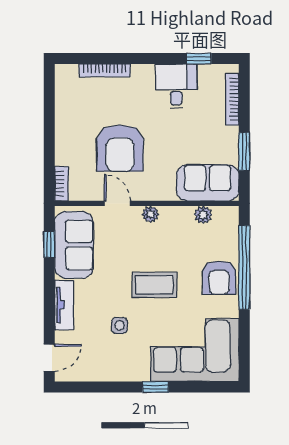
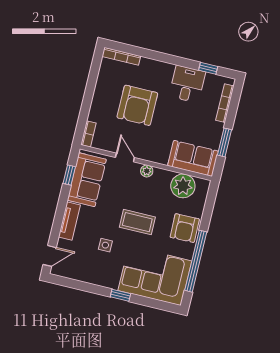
bookcase: (105, 70) -> (121, 56), moved
armchair: (120, 148) -> (137, 105), moved
plant: (203, 215) -> (183, 186), width x1.88, depth x1.88
window: (244, 267) -> (196, 261), moved

